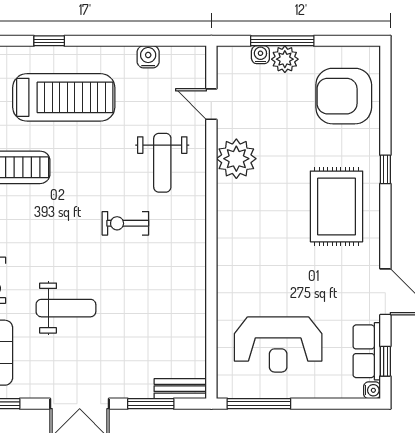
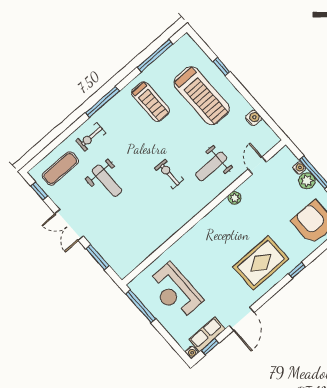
plant: (236, 159) -> (235, 198), width x0.53, depth x0.53
bench: (180, 389) -> (116, 265), removed

